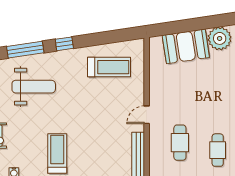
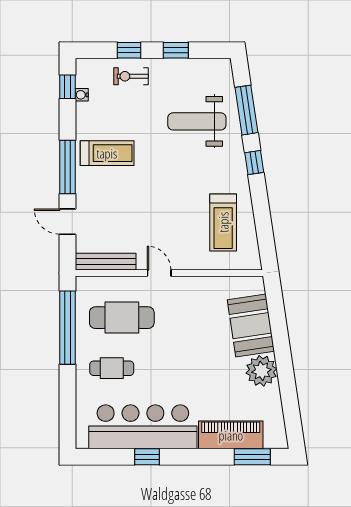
weight bench: (34, 87) -> (197, 121), turned 90
cafe table: (180, 143) -> (122, 318), width x1.37, depth x1.35

